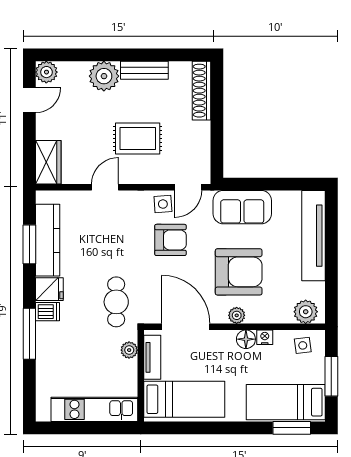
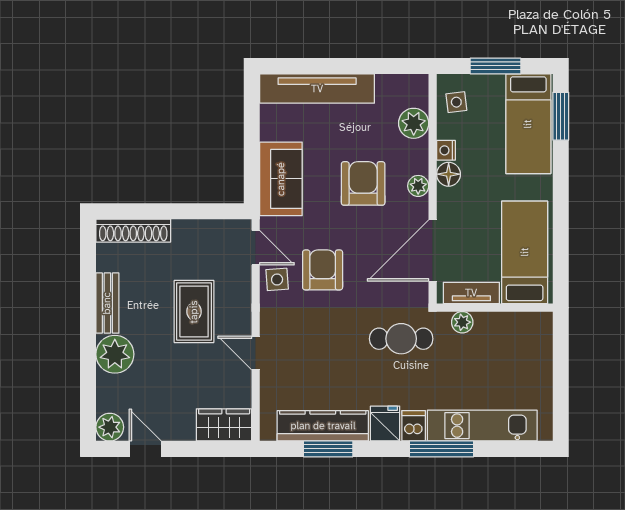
armchair: (239, 272) -> (363, 183), width x0.73, depth x0.73
plant: (306, 312) -> (414, 123), moved
kitchen unit: (94, 409) -> (482, 426), moved, turned 90

